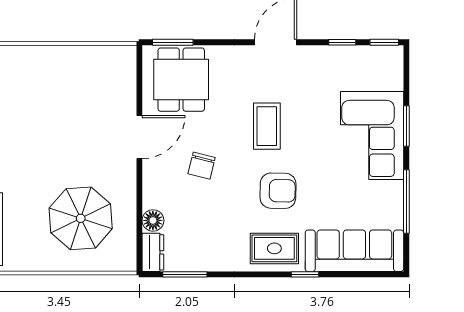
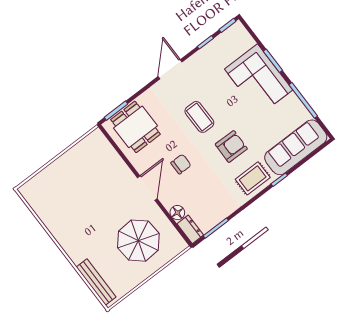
door: (139, 137) -> (147, 188), moved
chair: (202, 166) -> (181, 164), turned -104

